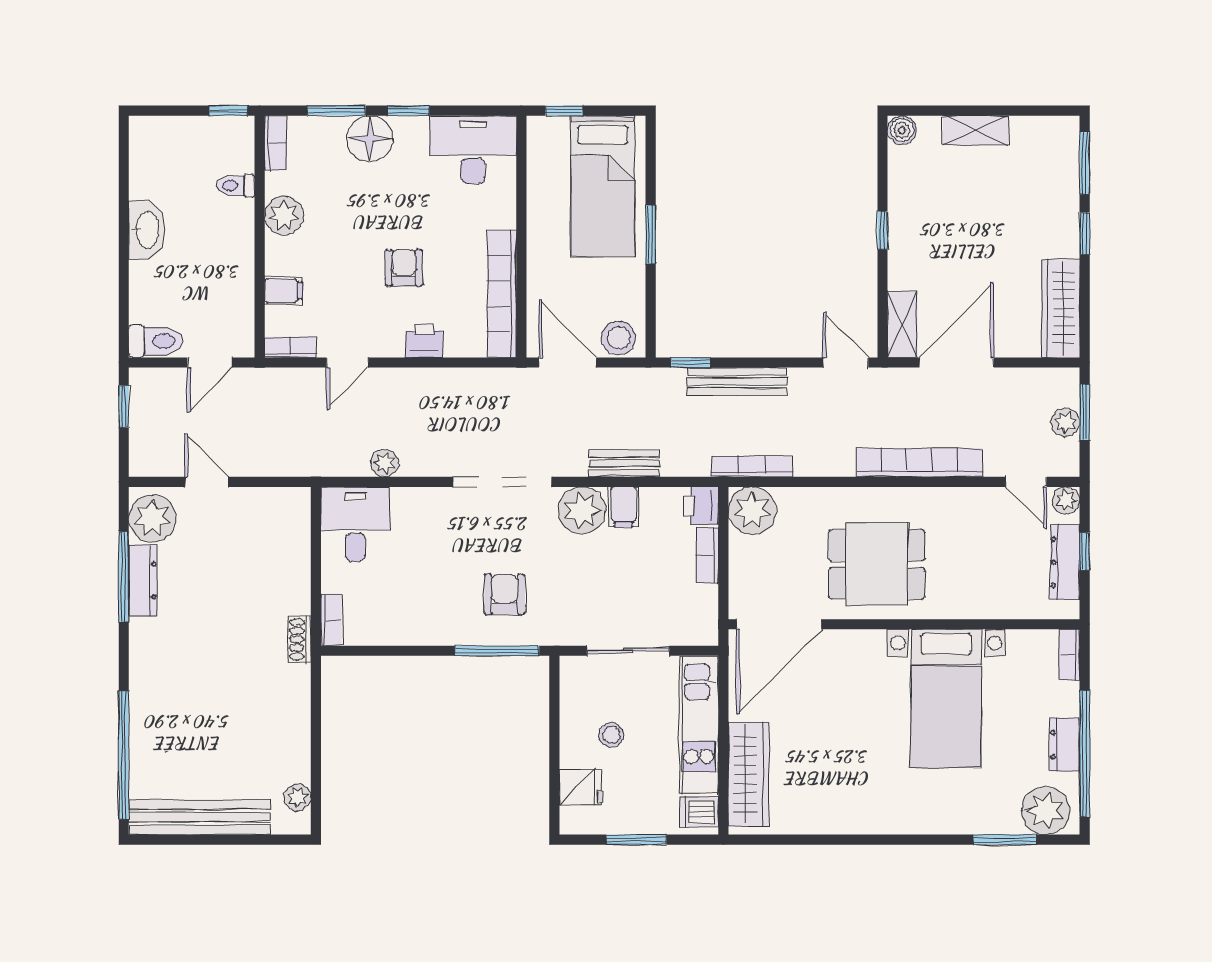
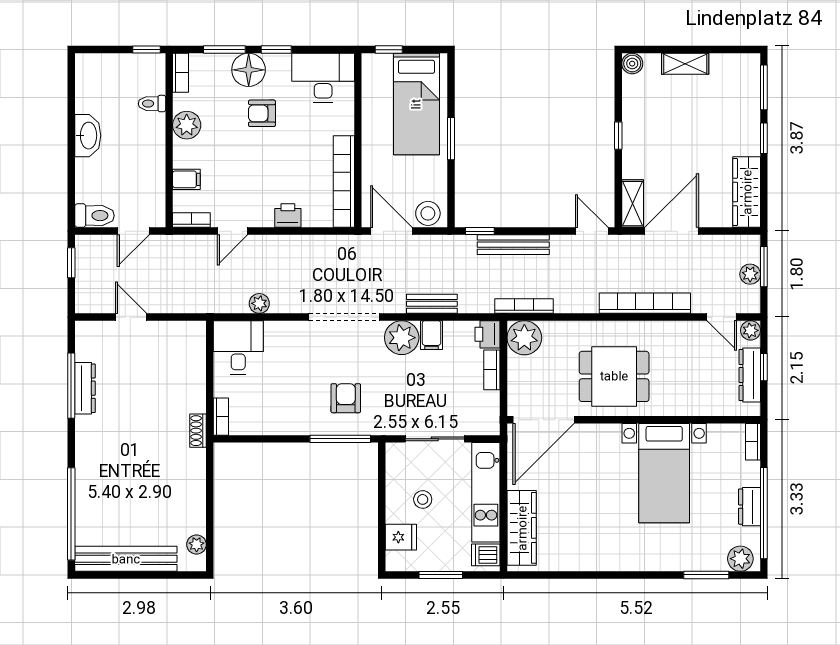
armchair: (404, 268) -> (262, 113), moved, turned -90
plant: (152, 518) -> (92, 343), removed
plant: (1046, 811) -> (740, 559), width x0.73, depth x0.73

